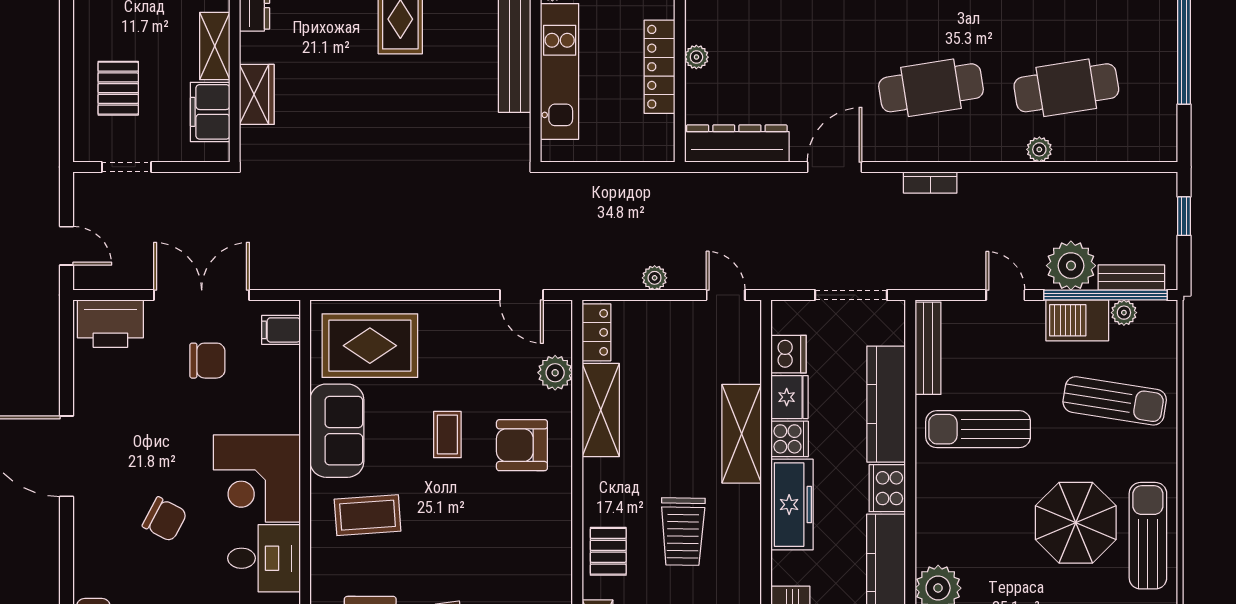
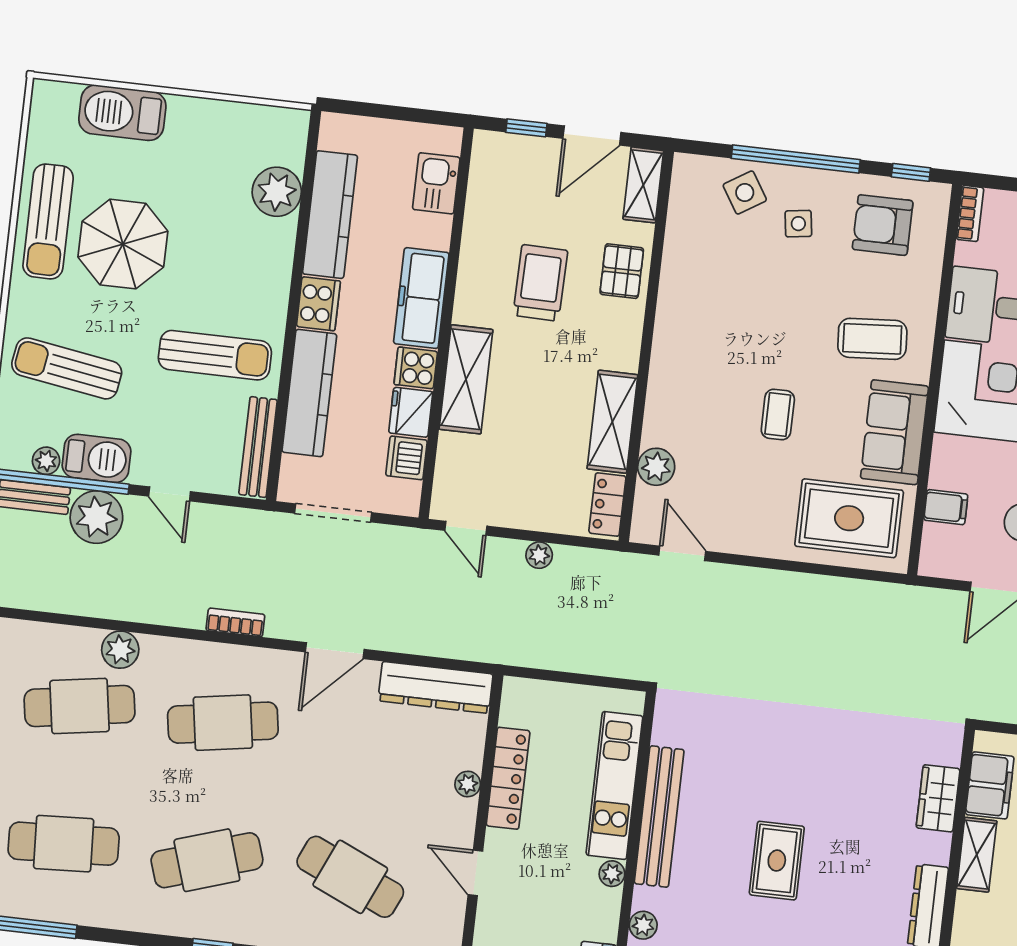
plant: (1039, 149) -> (120, 650), width x1.38, depth x1.38
filing cabinet: (281, 330) -> (946, 507), moved
armchair: (522, 445) -> (700, 394), removed

